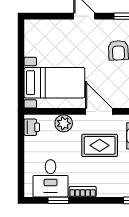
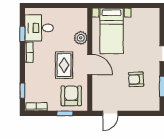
door: (99, 111) -> (90, 64), hinge flipped
printer: (32, 127) -> (78, 14), removed

